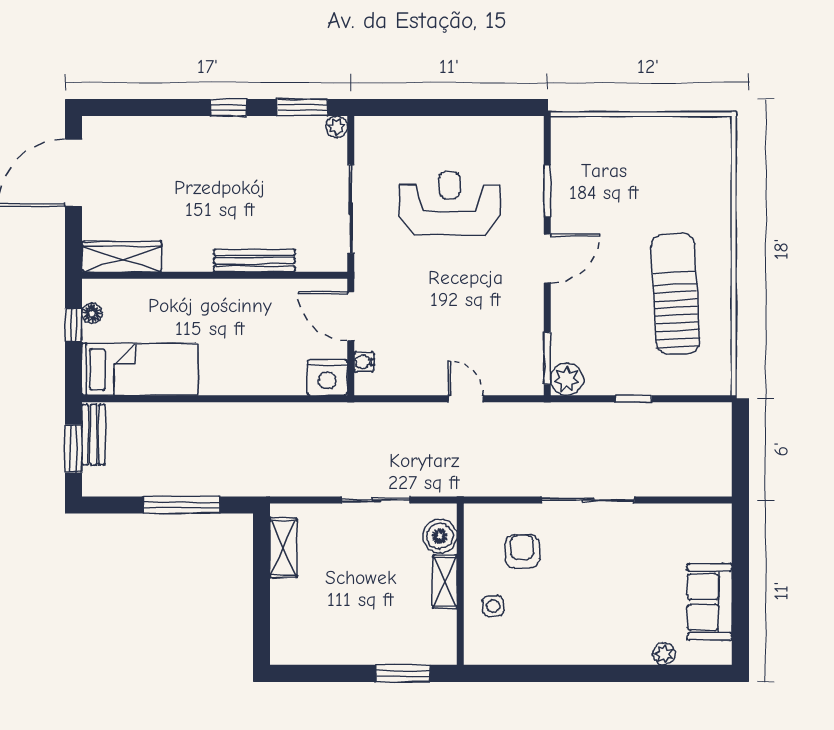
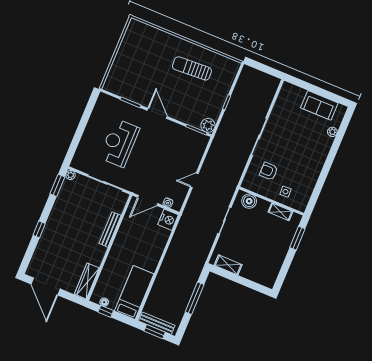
window: (228, 107) -> (39, 229), moved
sun lounger: (675, 294) -> (192, 68), width x0.73, depth x0.75
door: (466, 399) -> (194, 180), moved
bench: (93, 435) -> (157, 323), width x1.36
shelving: (445, 582) -> (280, 212), moved

